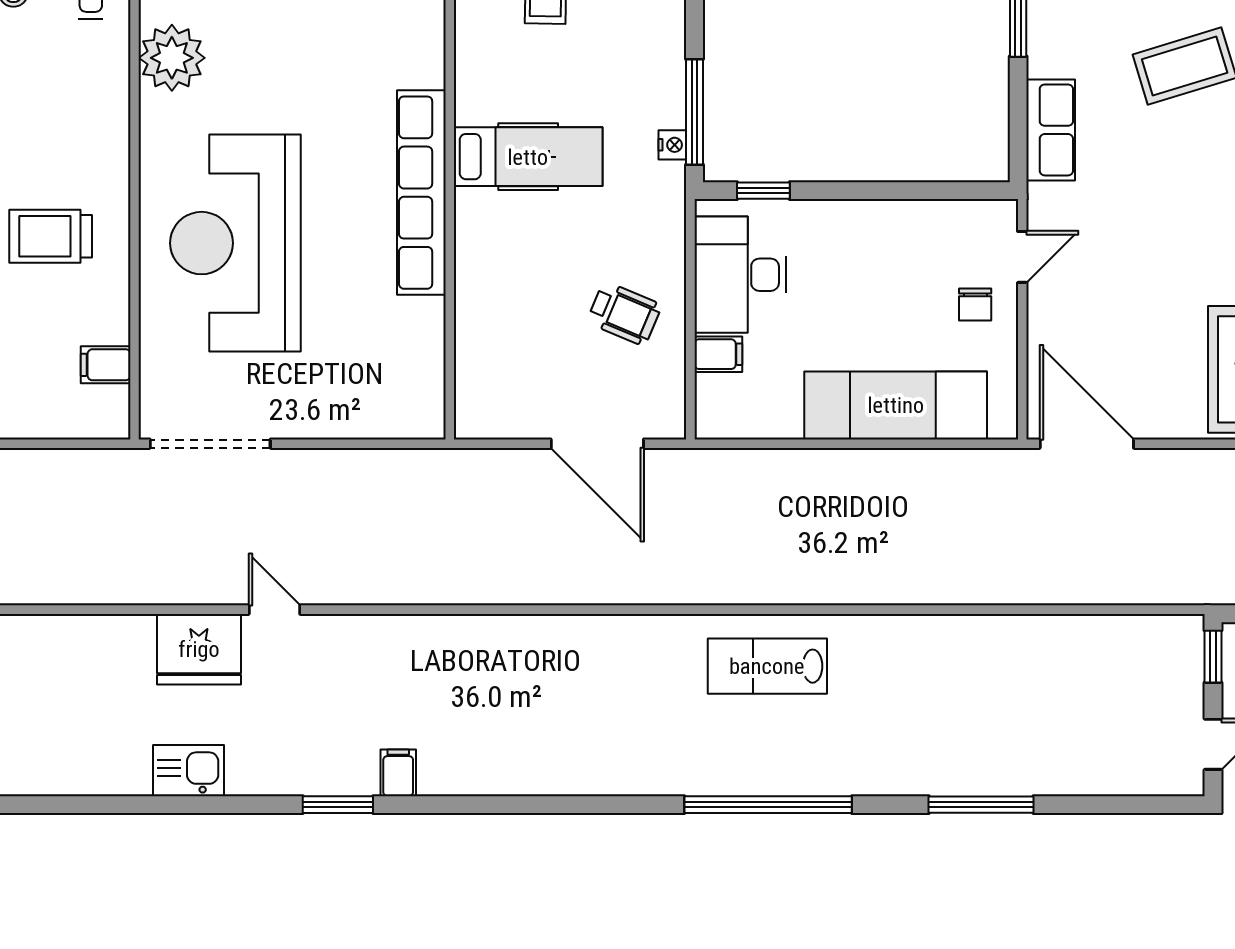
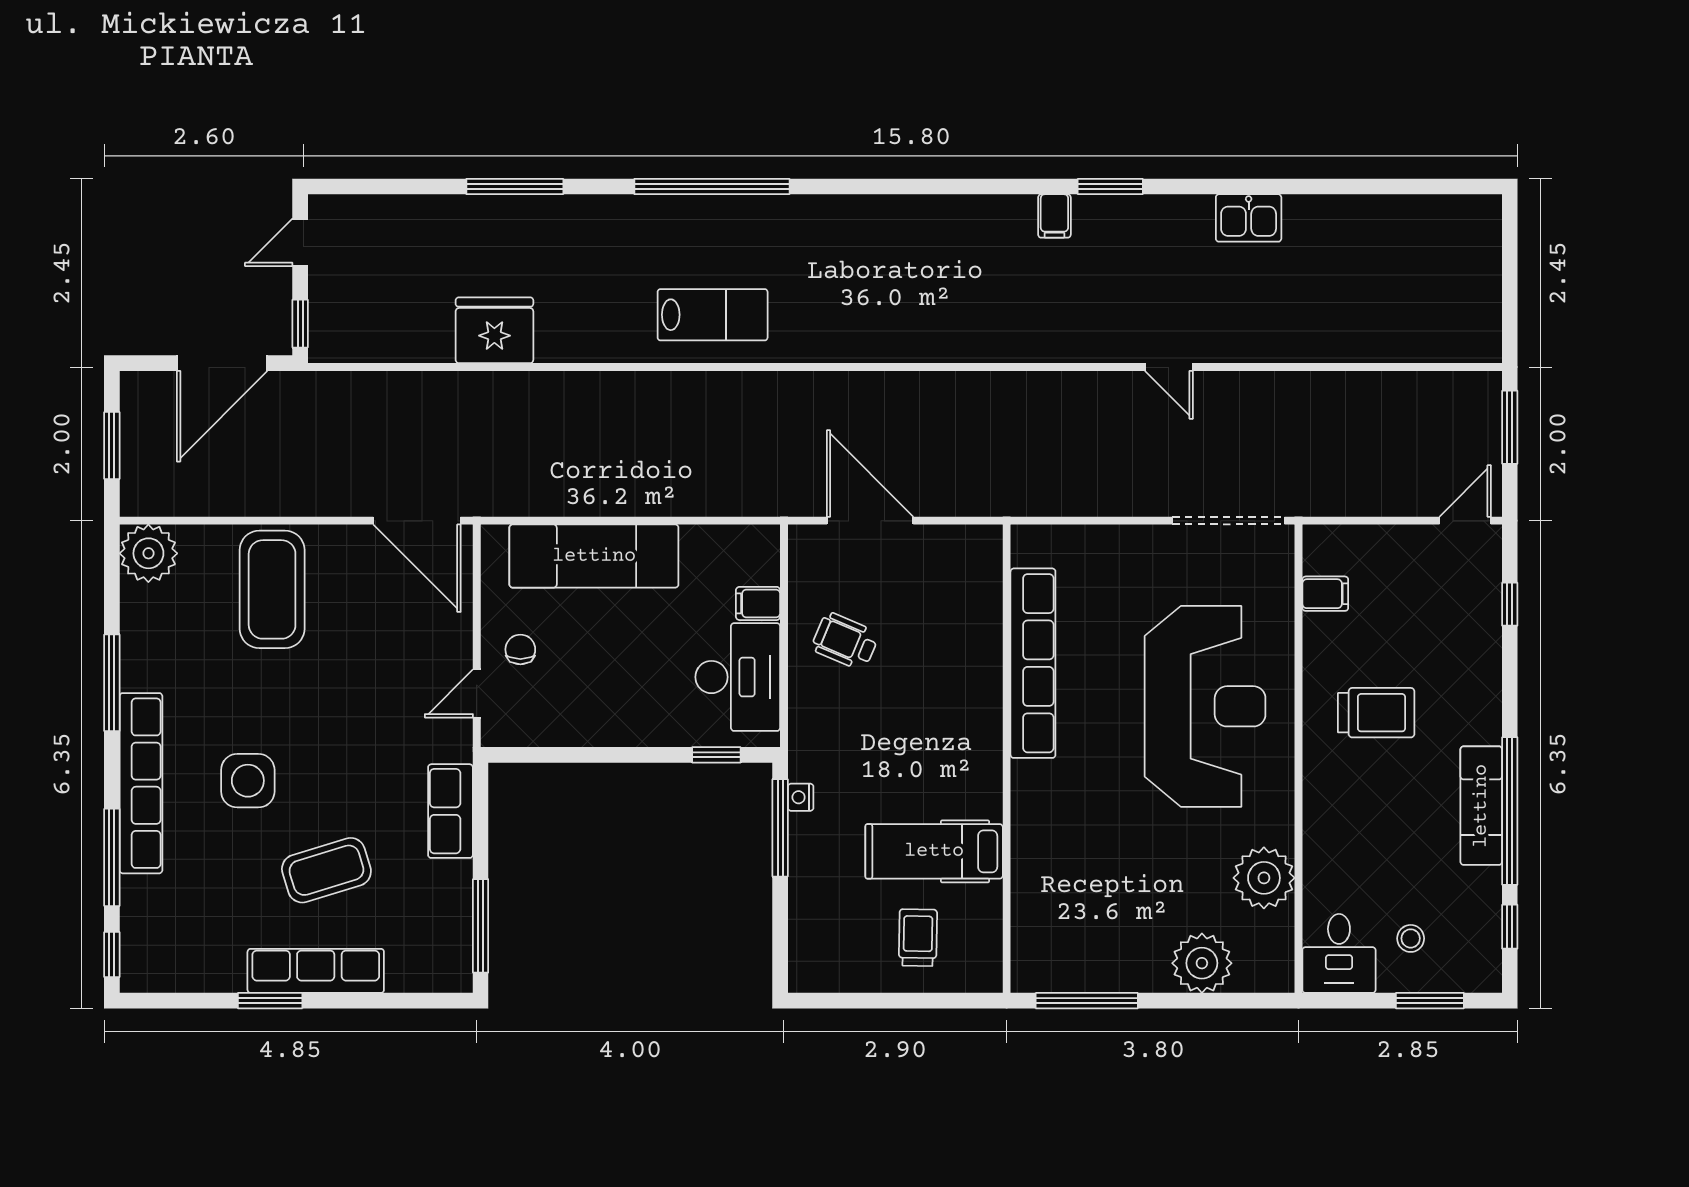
hospital bed: (528, 157) -> (934, 851), moved
row of seats: (421, 193) -> (1033, 663), moved
fridge: (199, 649) -> (494, 330), moved

